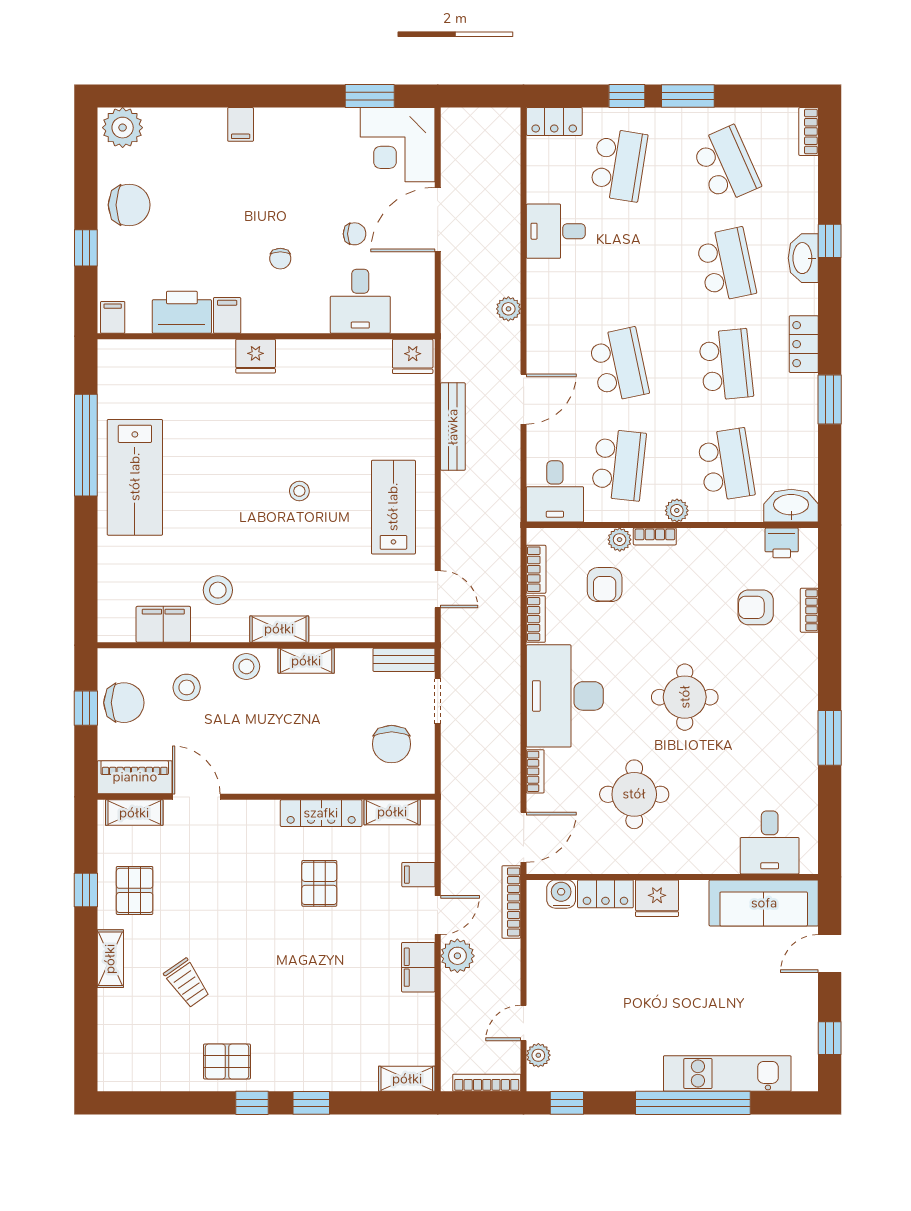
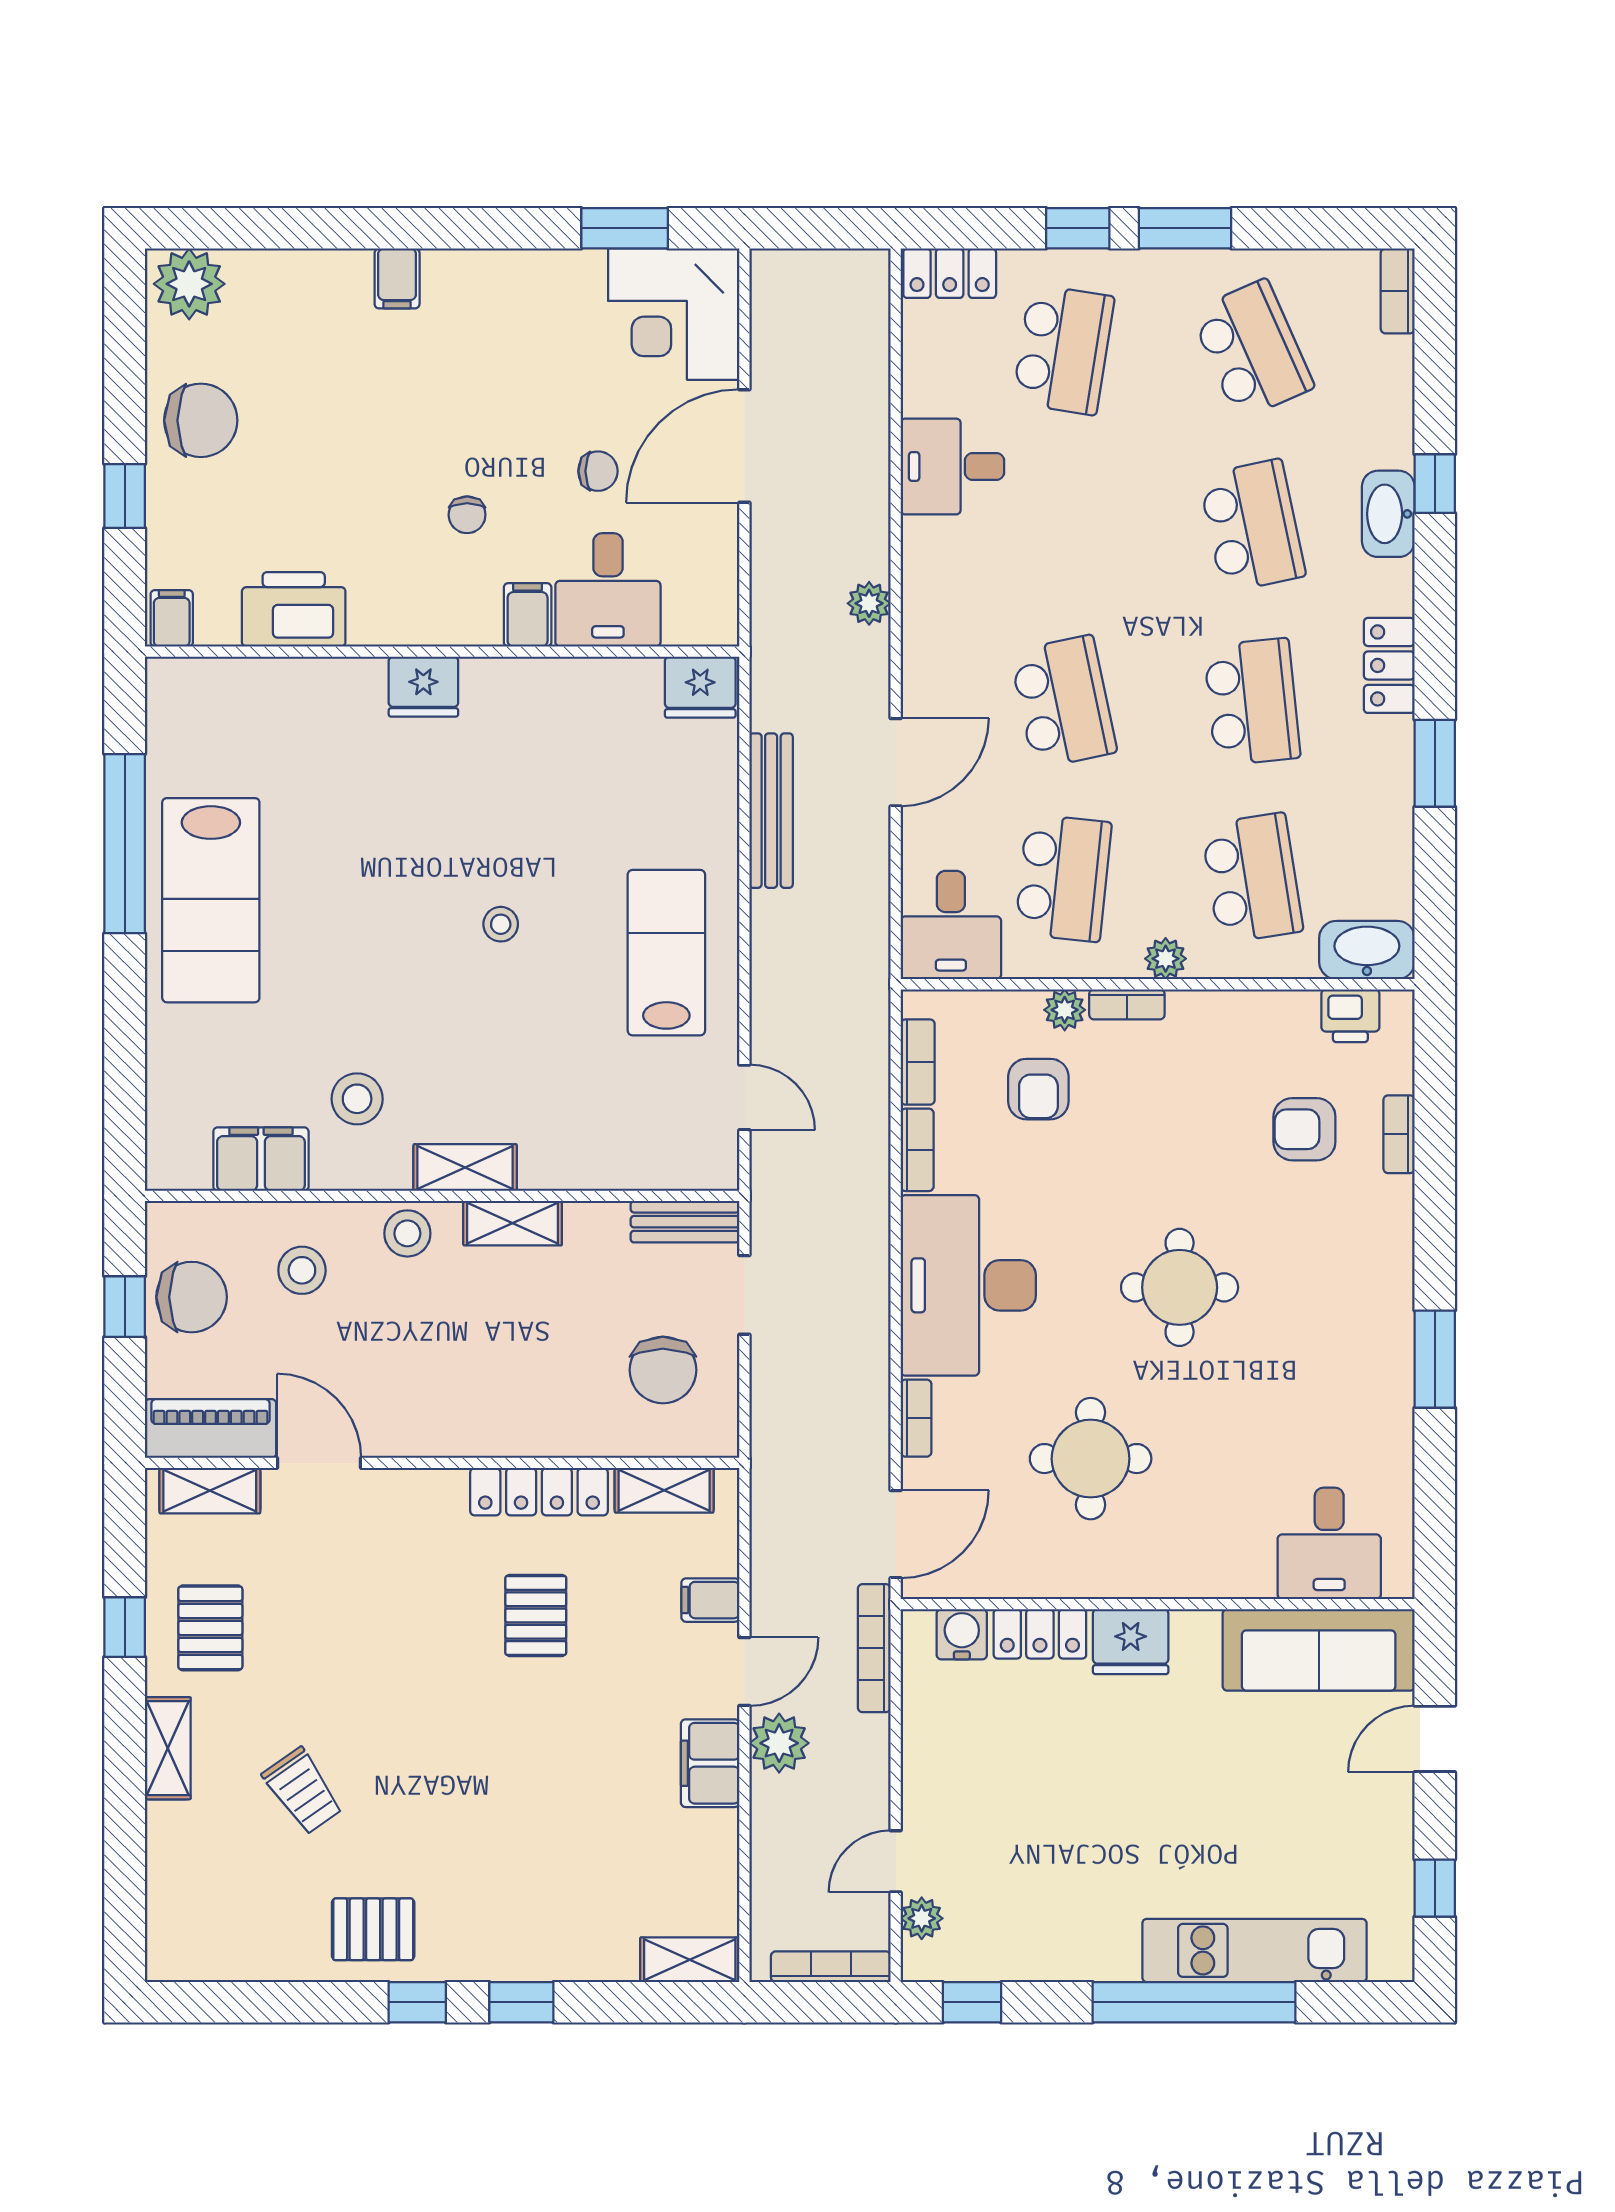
filing cabinet: (227, 315) -> (528, 615), moved

